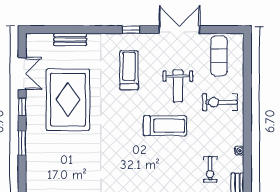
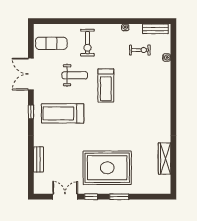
treadmill: (129, 70) -> (63, 113), width x1.37, depth x1.38
rug: (68, 100) -> (107, 168), moved
treadmill: (165, 126) -> (106, 85), turned 180

